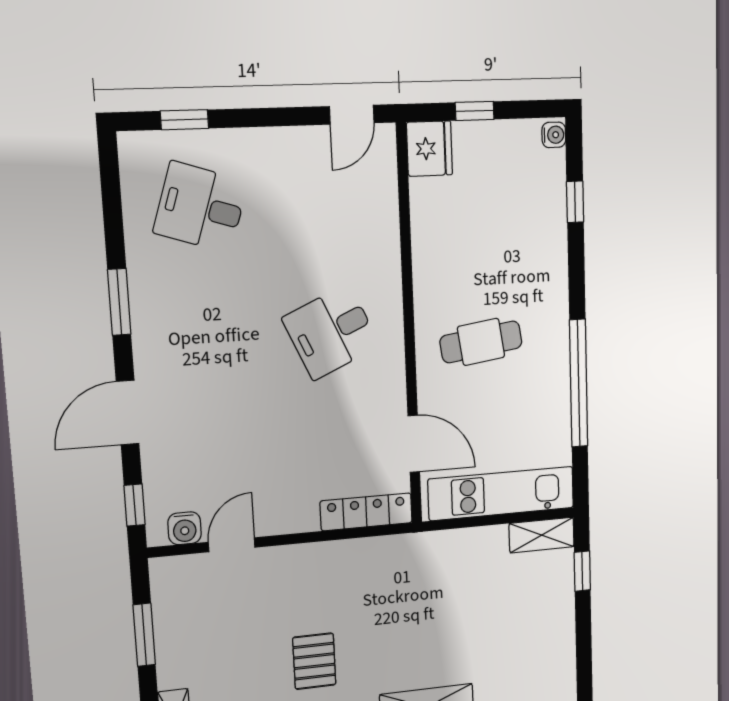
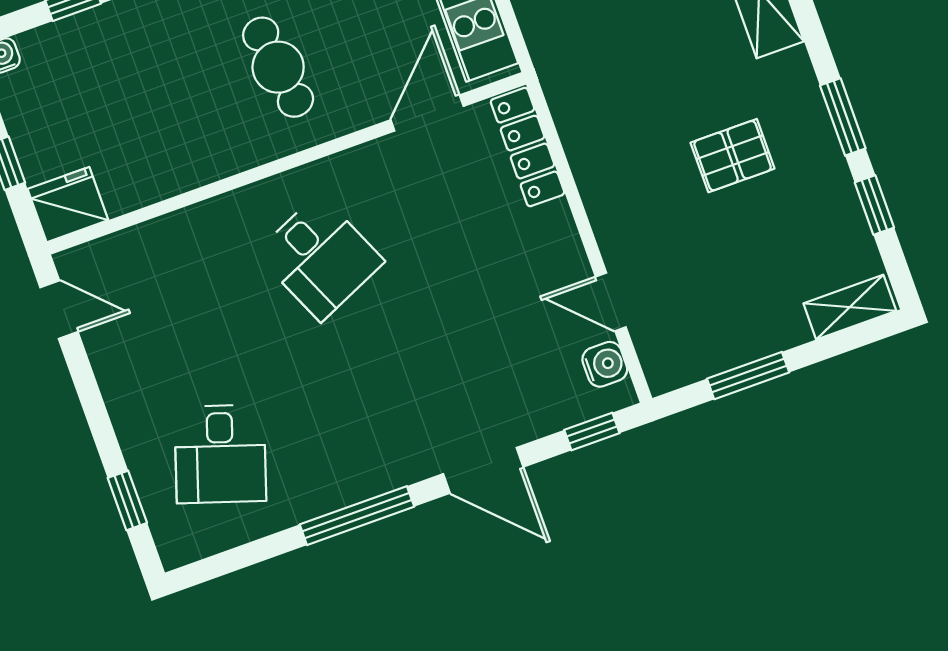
window: (119, 302) -> (357, 516), width x1.44

